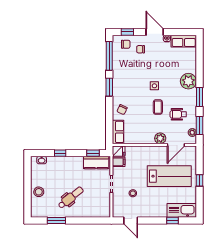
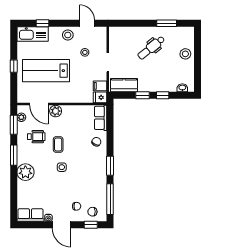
door: (176, 145) -> (39, 104), swing flipped
window: (93, 153) -> (143, 95), moved
stool: (149, 209) -> (68, 35), added

